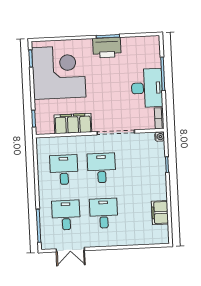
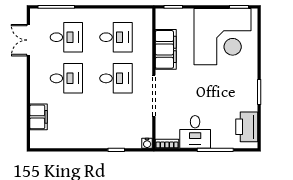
printer: (107, 48) -> (247, 127), moved
desk: (147, 88) -> (195, 132), width x0.73
filing cabinet: (160, 213) -> (38, 117), moved, turned 90

